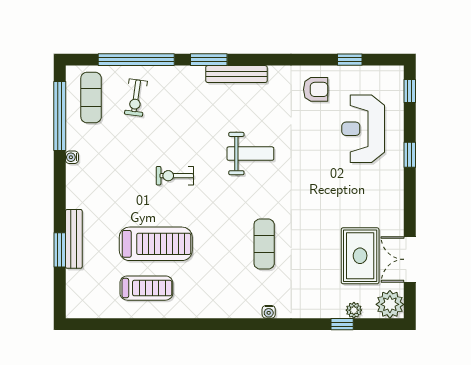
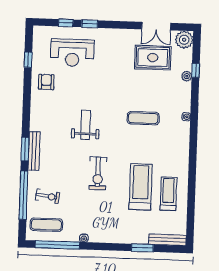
bench: (236, 74) -> (34, 151), moved
window: (410, 91) -> (66, 23), moved
exercise bike: (175, 176) -> (98, 173), width x1.38, depth x1.39
bench: (74, 239) -> (167, 240), moved
plant: (354, 310) -> (187, 76), moved

